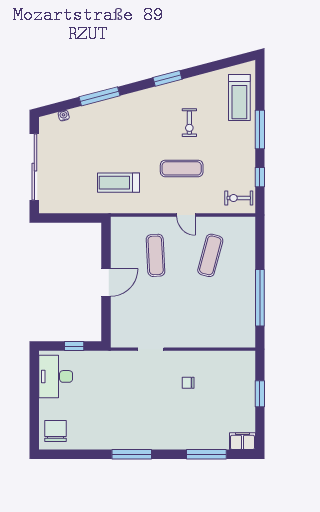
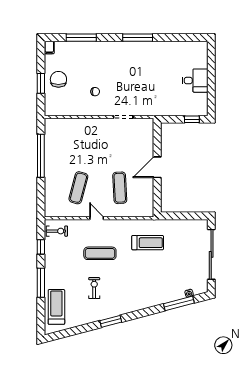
window: (99, 96) -> (179, 303), moved
window: (74, 346) -> (192, 119), moved
desk: (56, 376) -> (195, 81), moved, width x0.73
chair: (56, 431) -> (58, 79), moved, turned 180
filing cabinet: (242, 441) -> (49, 48), width x0.50

